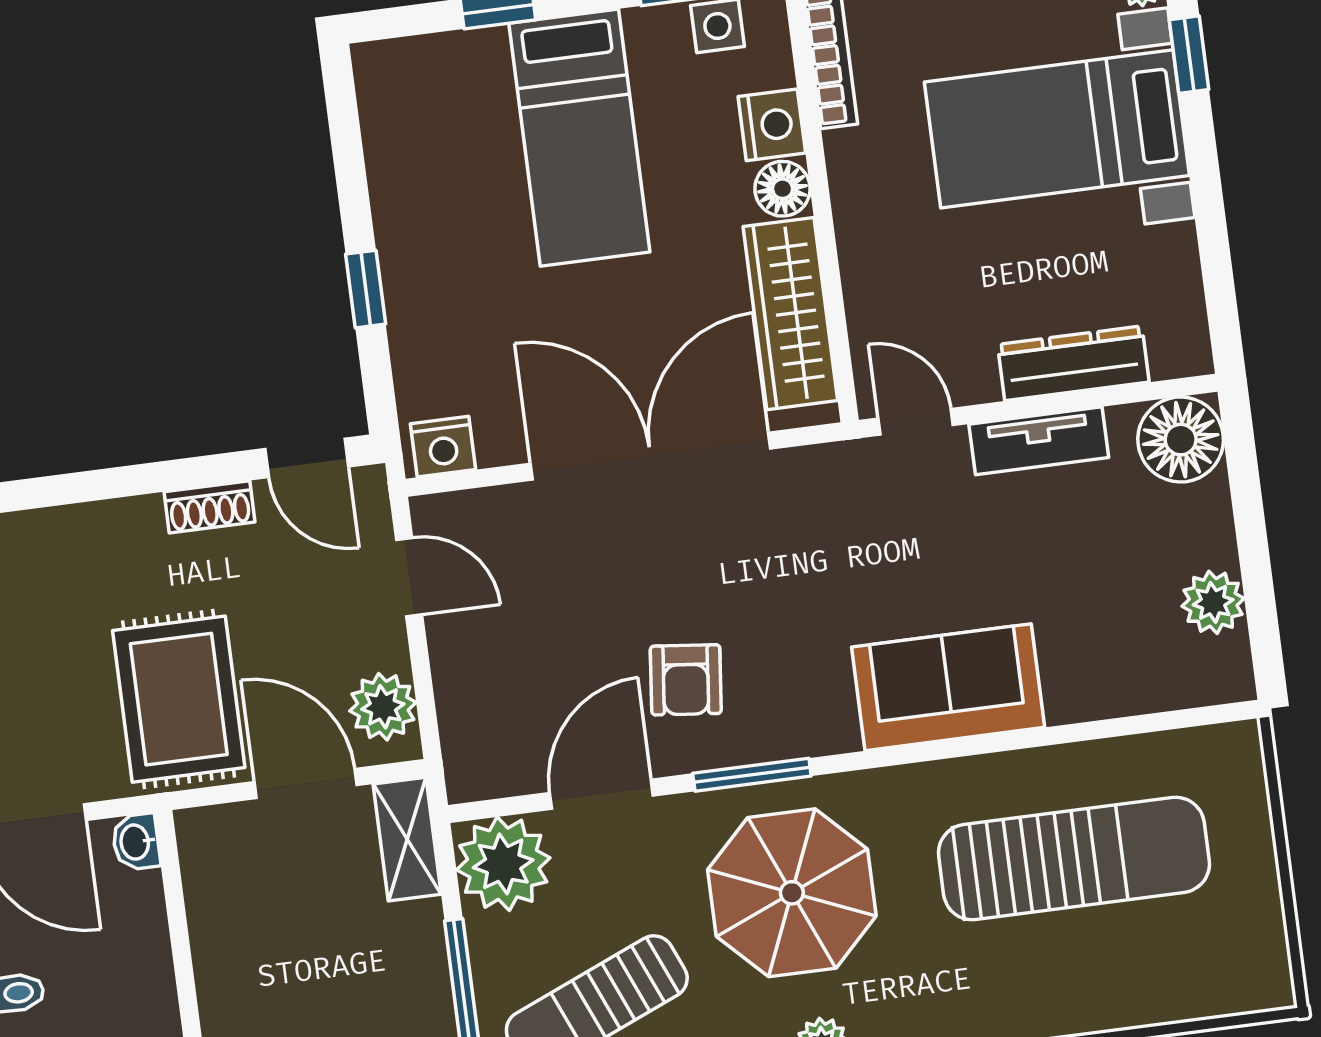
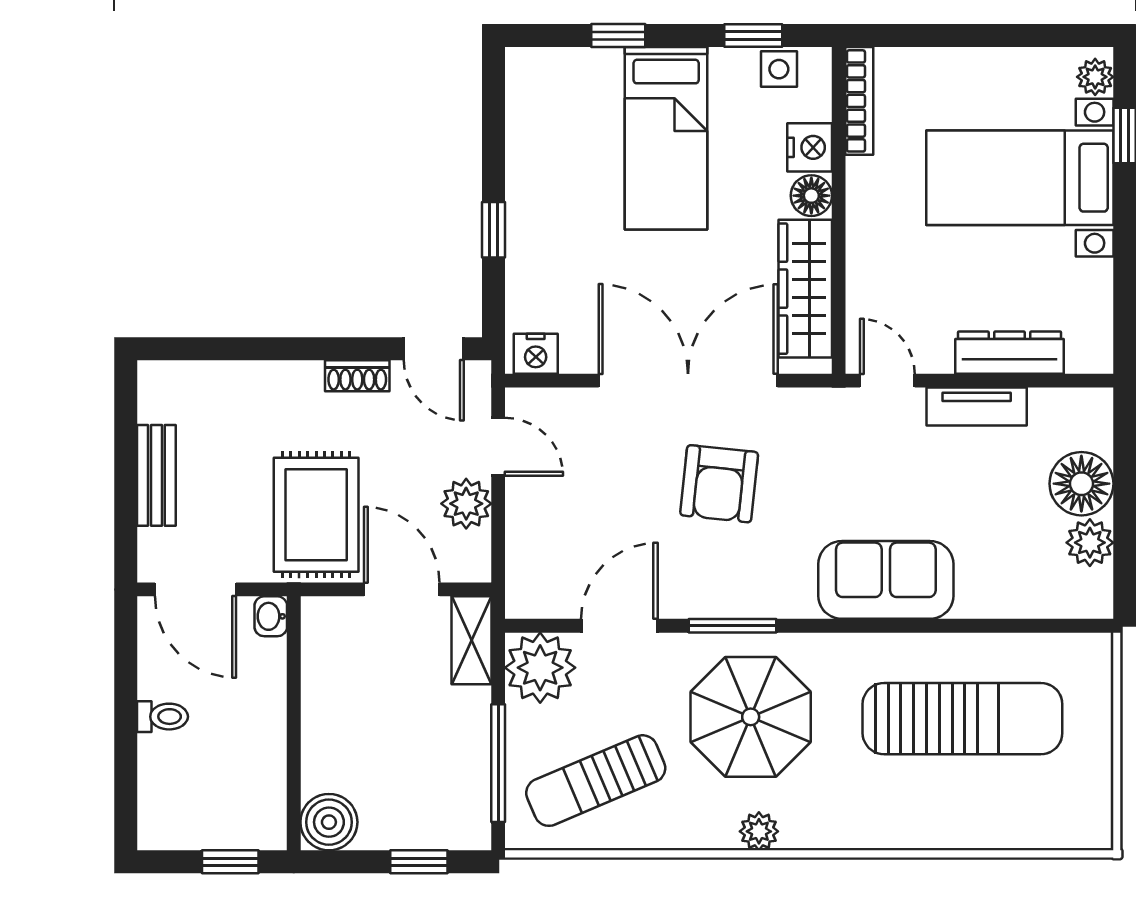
floor lamp: (1181, 440) -> (1081, 484), moved
armchair: (686, 680) -> (719, 484), moved, width x1.38, depth x1.38
plant: (383, 707) -> (466, 504), moved

